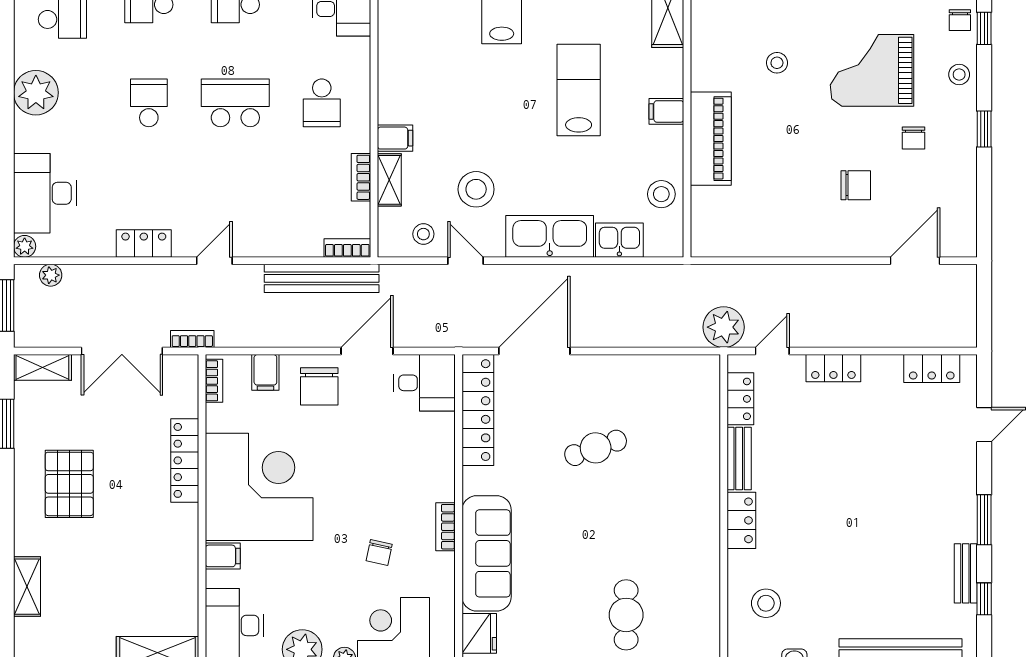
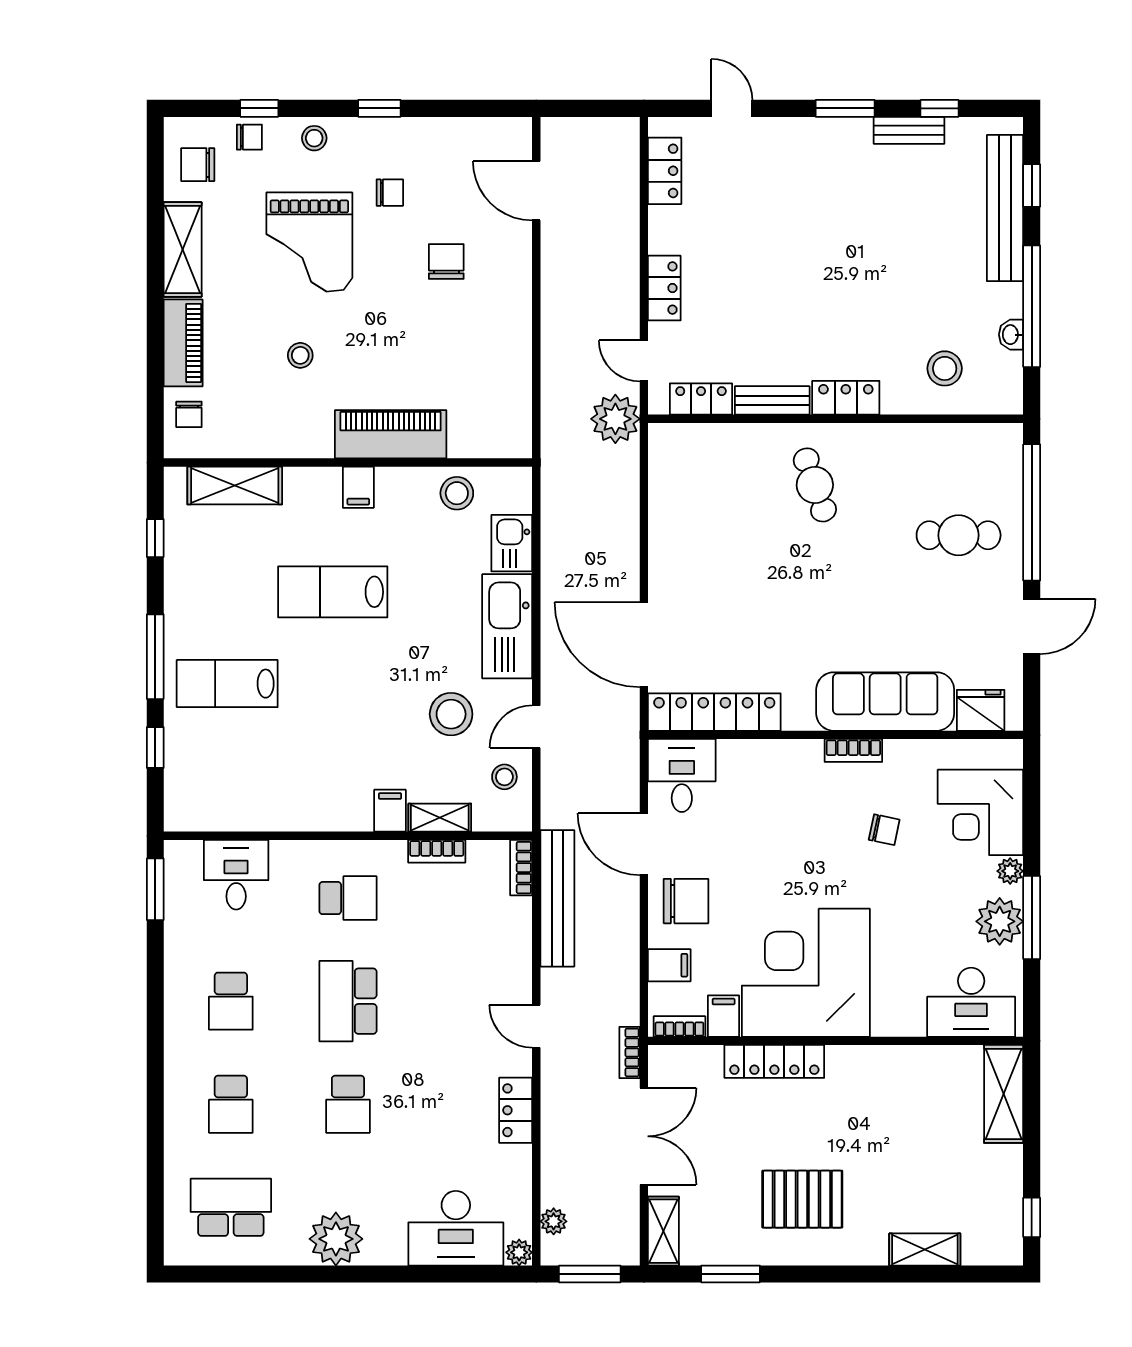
school desk: (149, 103) -> (348, 1104), turned -90
cafe table: (596, 448) -> (815, 485), moved
filing cabinet: (223, 556) -> (724, 1016), moved

